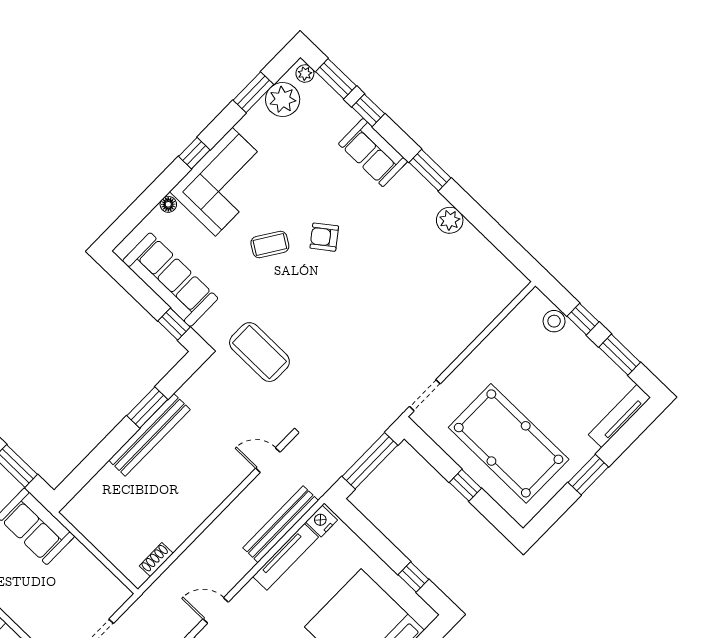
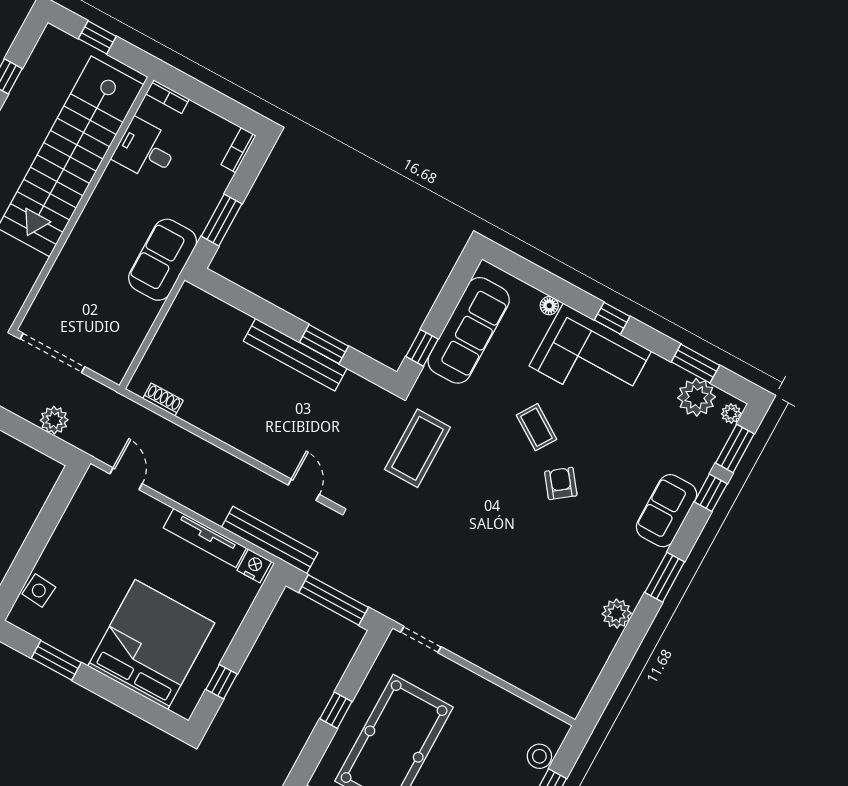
bench: (281, 524) -> (270, 540), moved

